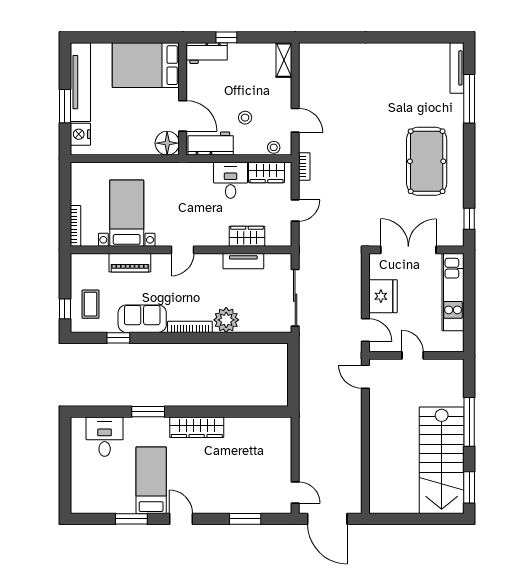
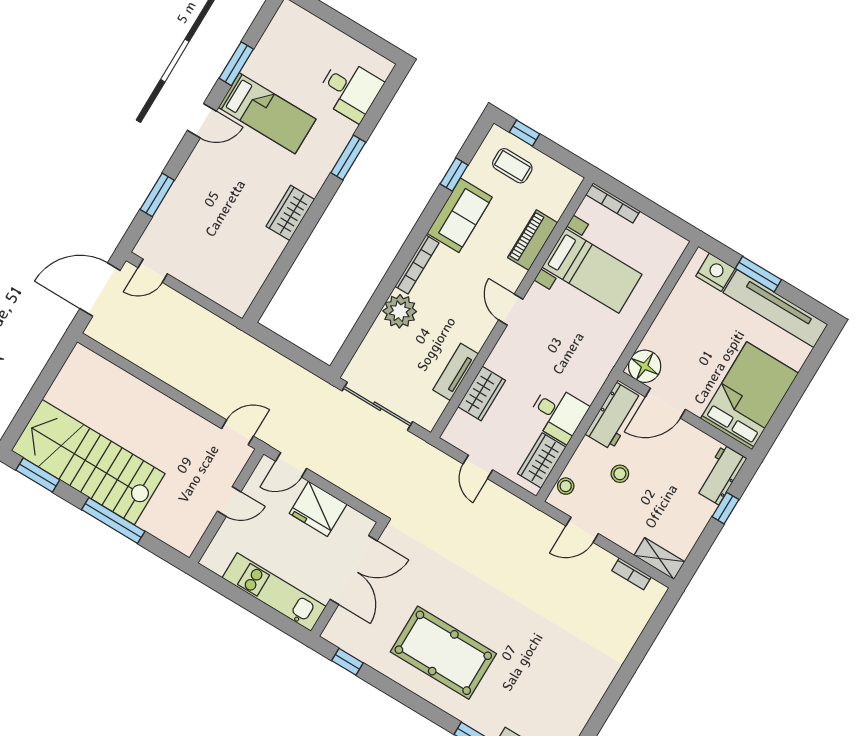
bookcase: (304, 167) -> (631, 574), moved
wardrobe: (197, 427) -> (290, 213), width x0.67

